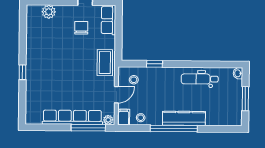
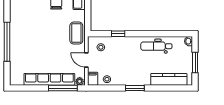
window: (23, 72) -> (7, 42), width x3.17
door: (116, 95) -> (86, 60), swing flipped
kitchen counter: (184, 118) -> (169, 79), moved
window: (174, 128) -> (135, 88), width x0.47

